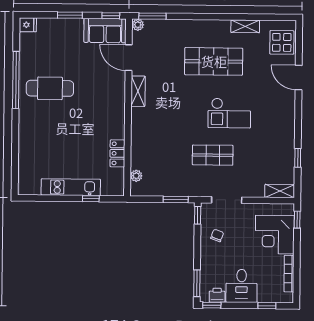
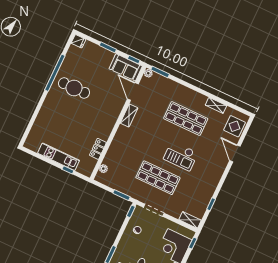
shop shelf: (213, 155) -> (158, 178), width x1.43, depth x1.36

